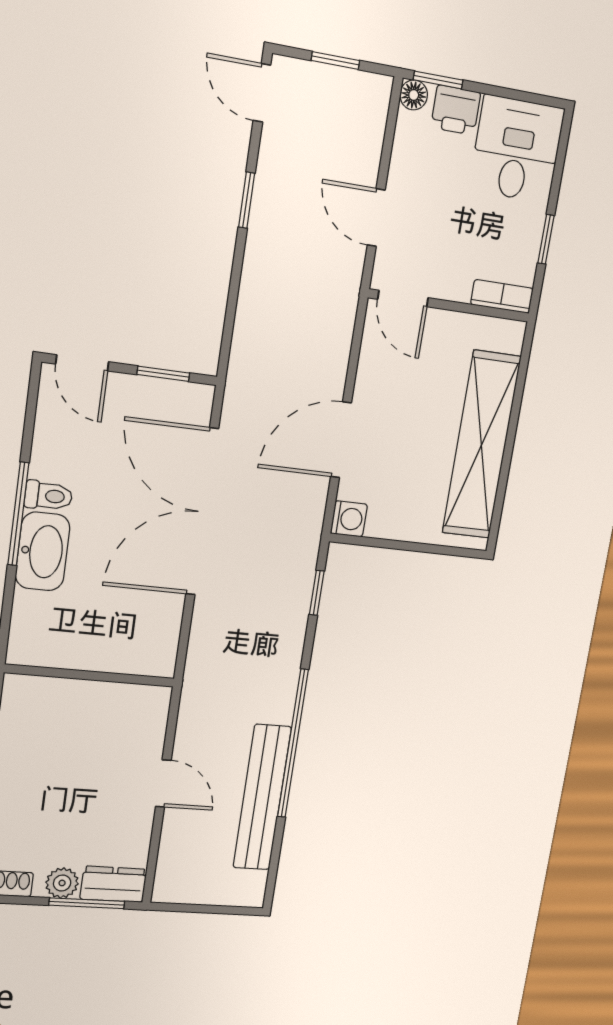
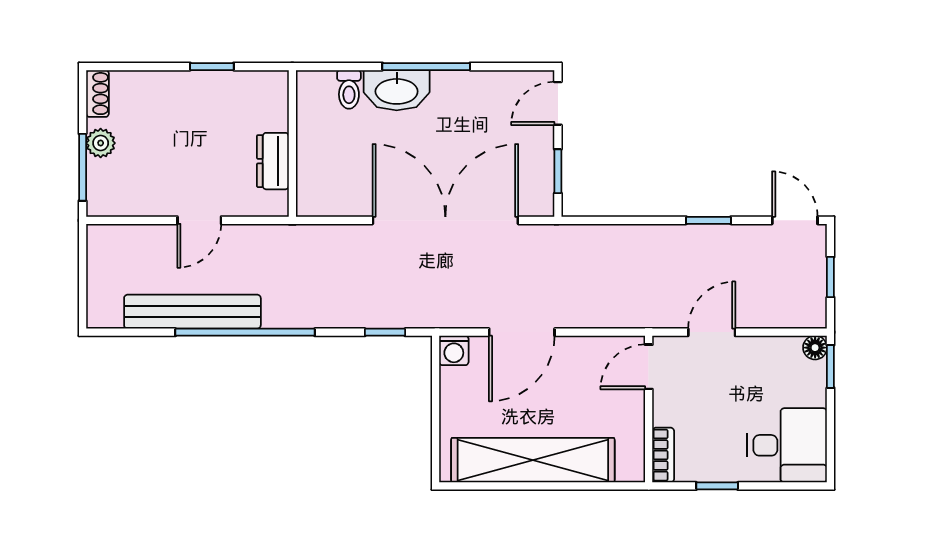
door: (262, 93) -> (795, 220), hinge flipped
printer: (456, 110) -> (809, 386), removed
door: (341, 440) -> (522, 332), swing flipped
toilet: (48, 496) -> (349, 89), moved
dresser: (113, 884) -> (273, 161), moved, turned 180

